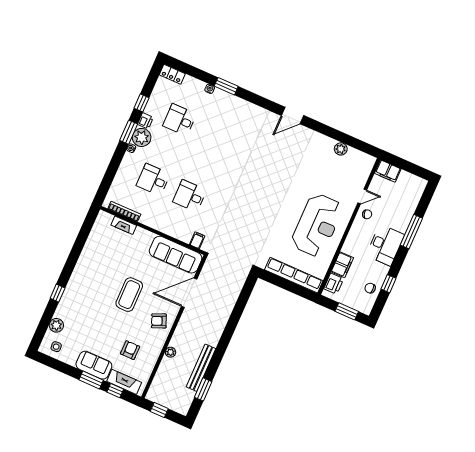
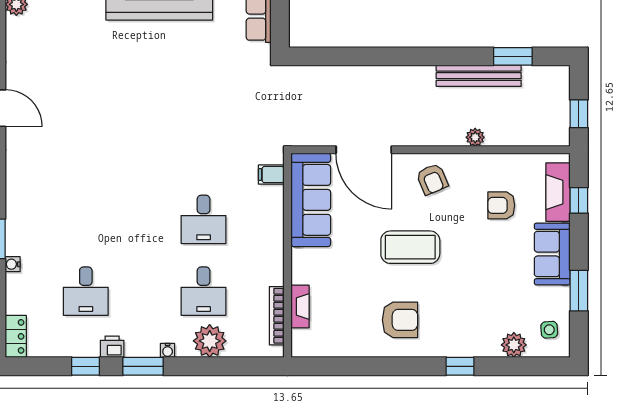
plant: (142, 137) -> (210, 341), moved
armchair: (95, 273) -> (400, 320), added
window: (91, 380) -> (579, 291), moved

